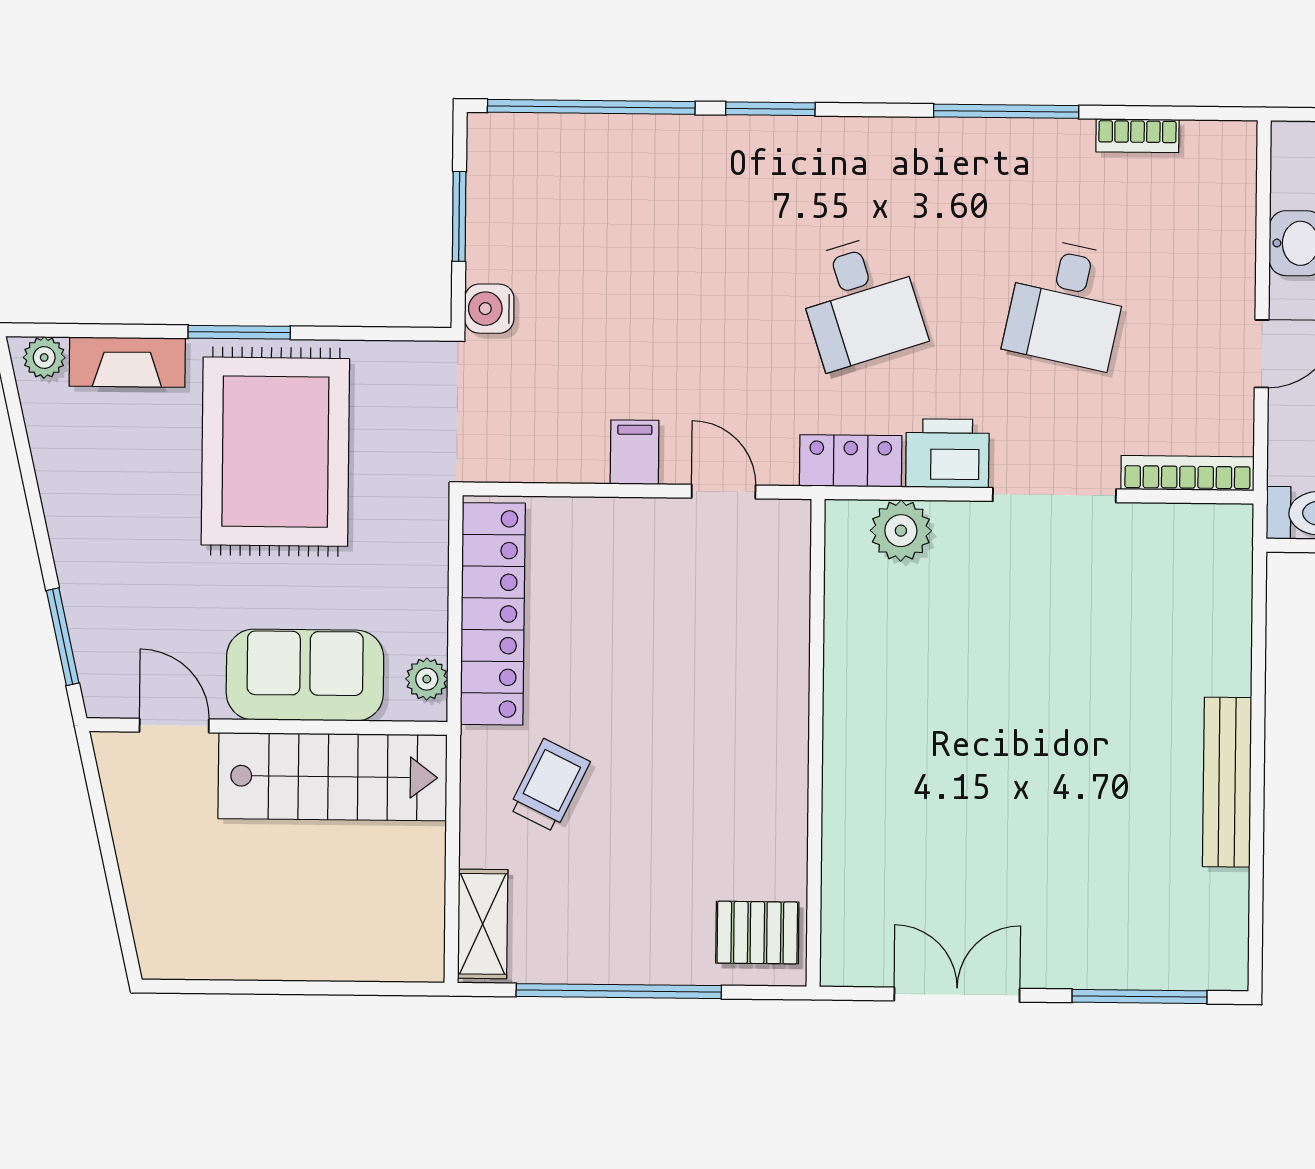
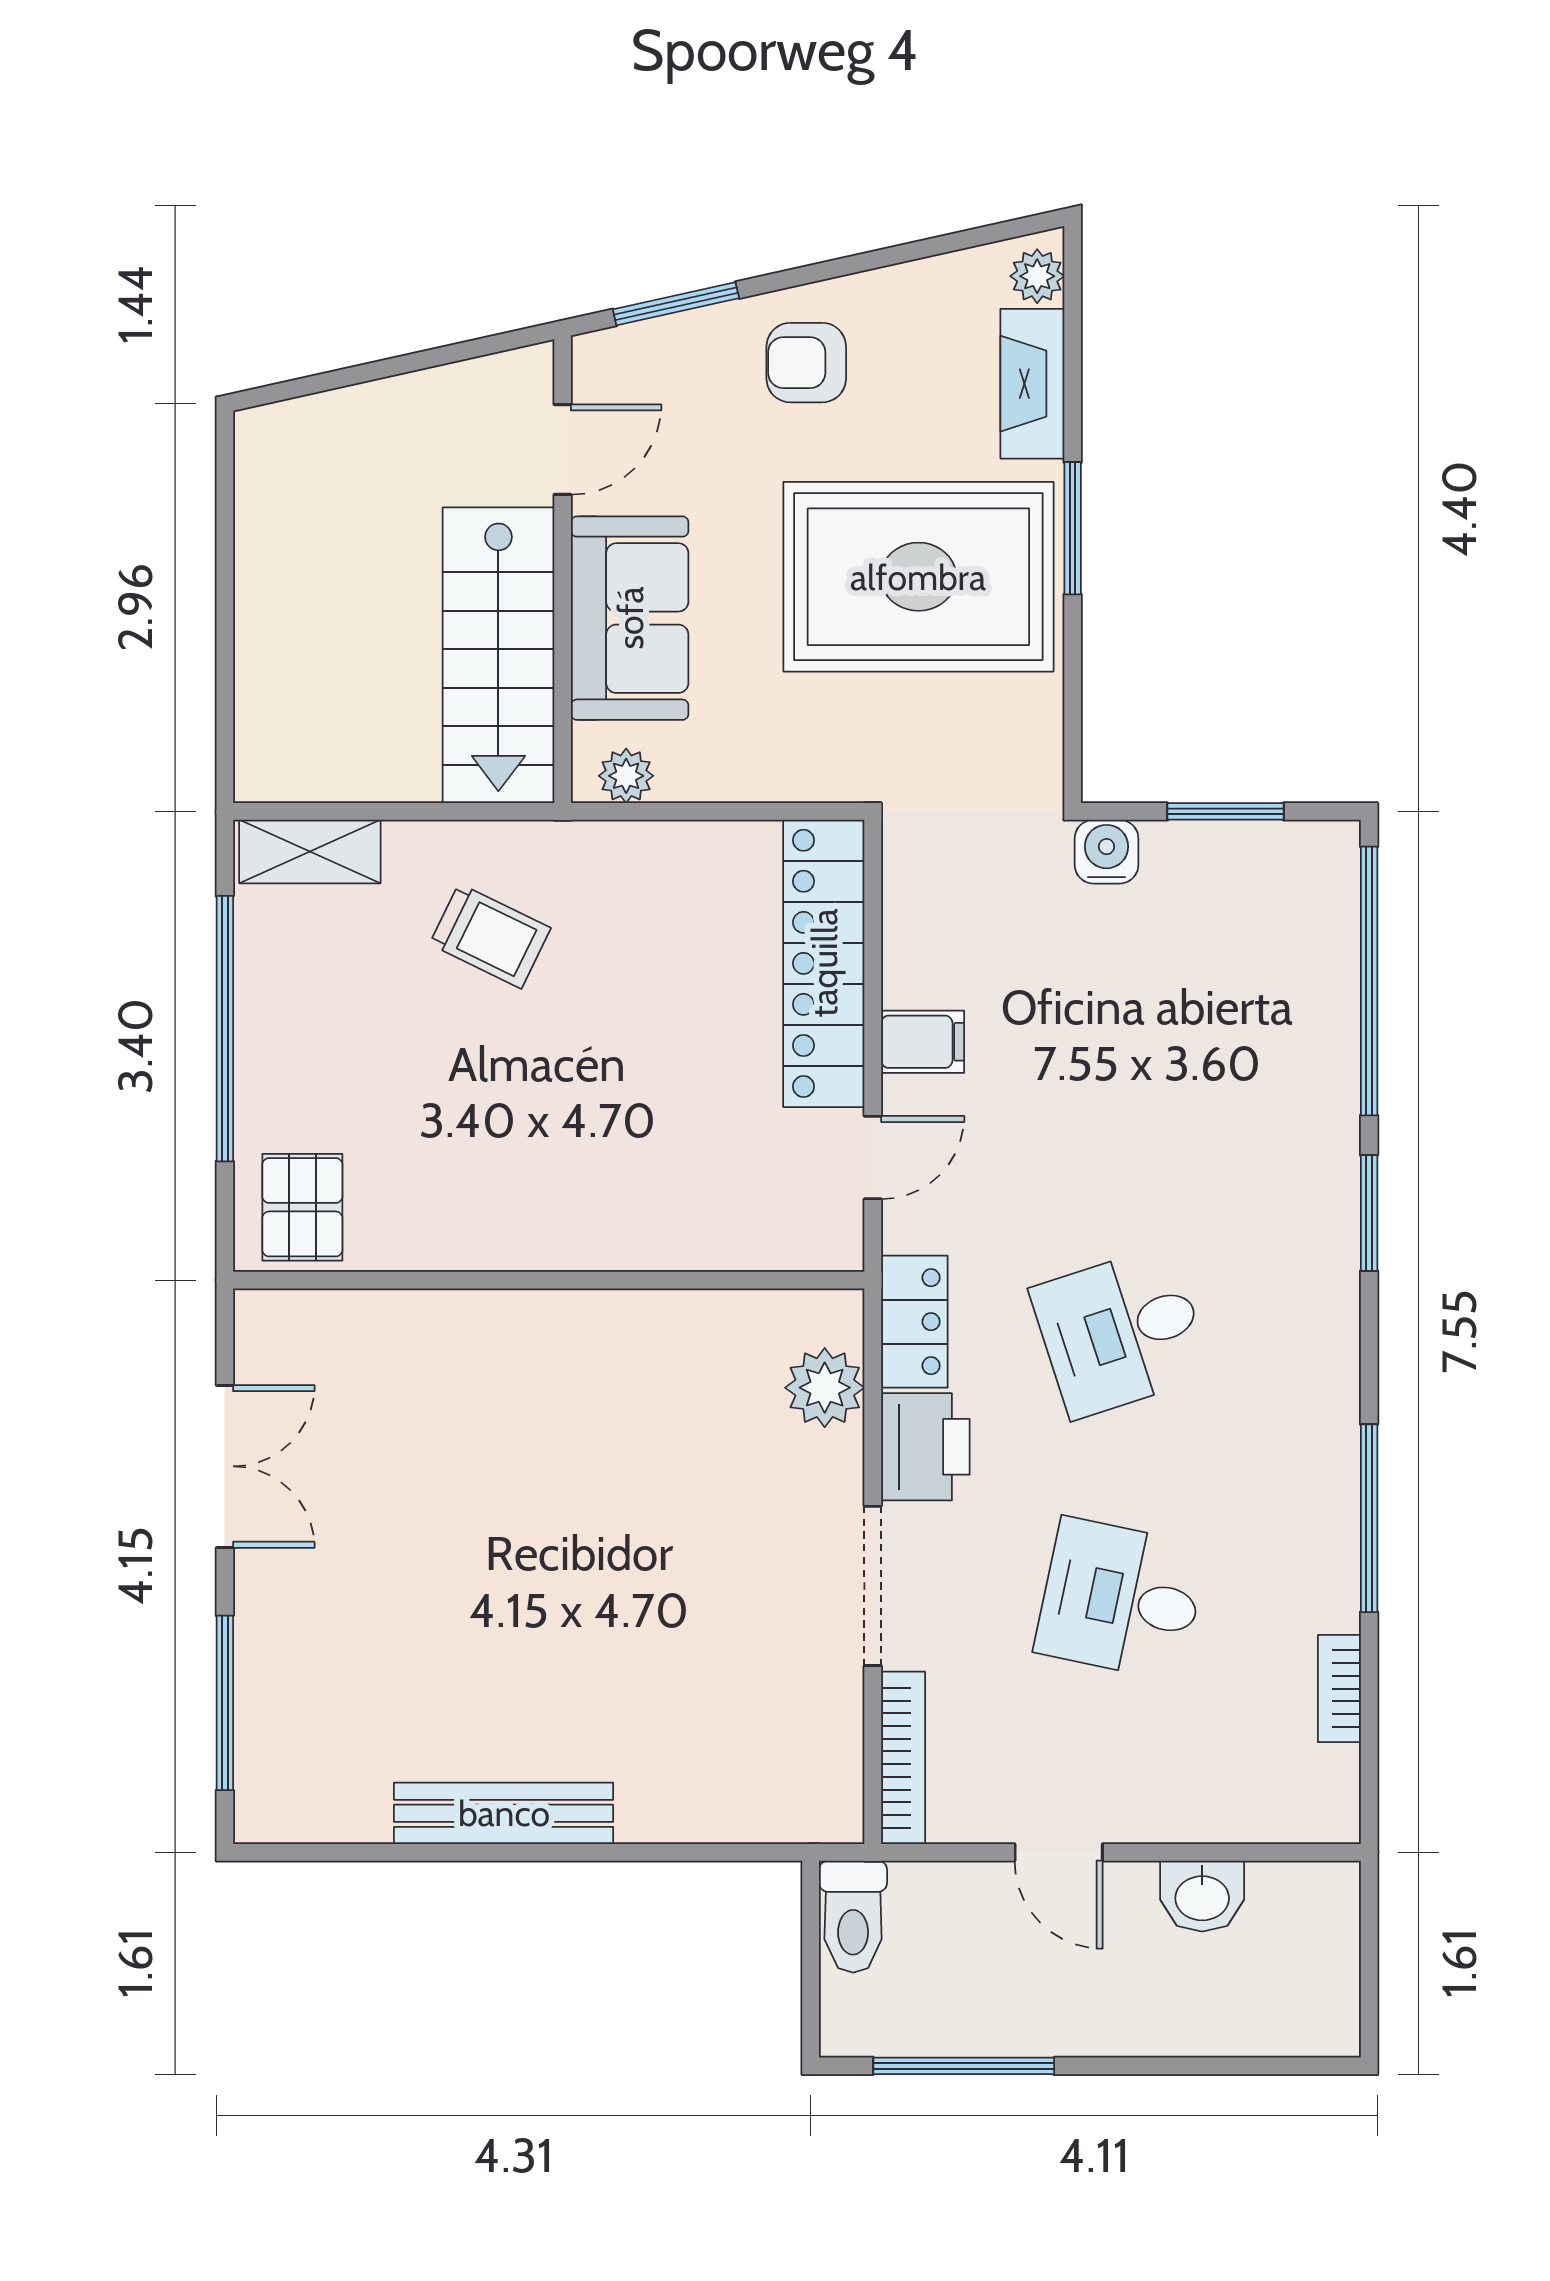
armchair: (109, 537) -> (806, 363), added
locker: (493, 614) -> (824, 963), moved, turned 90

